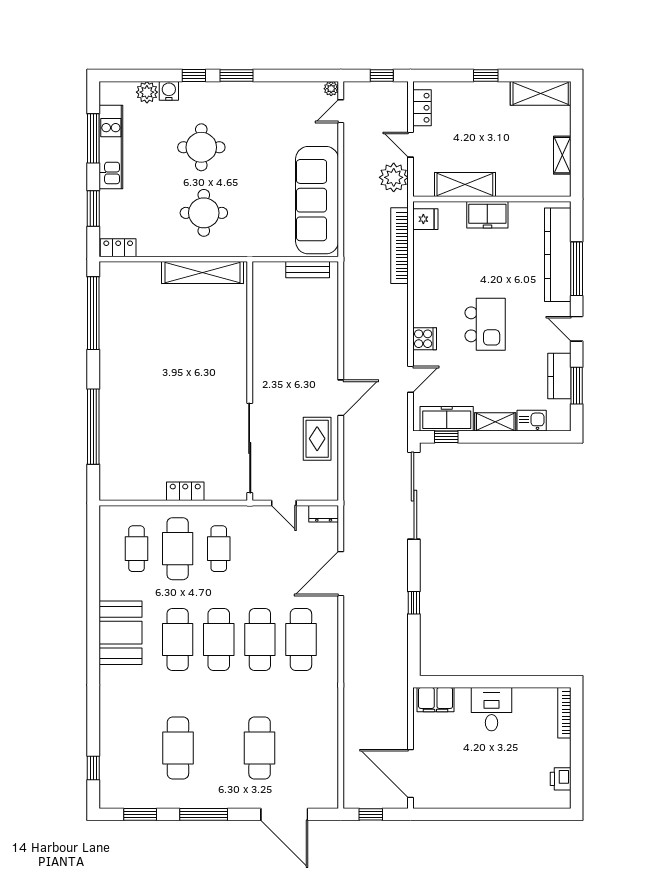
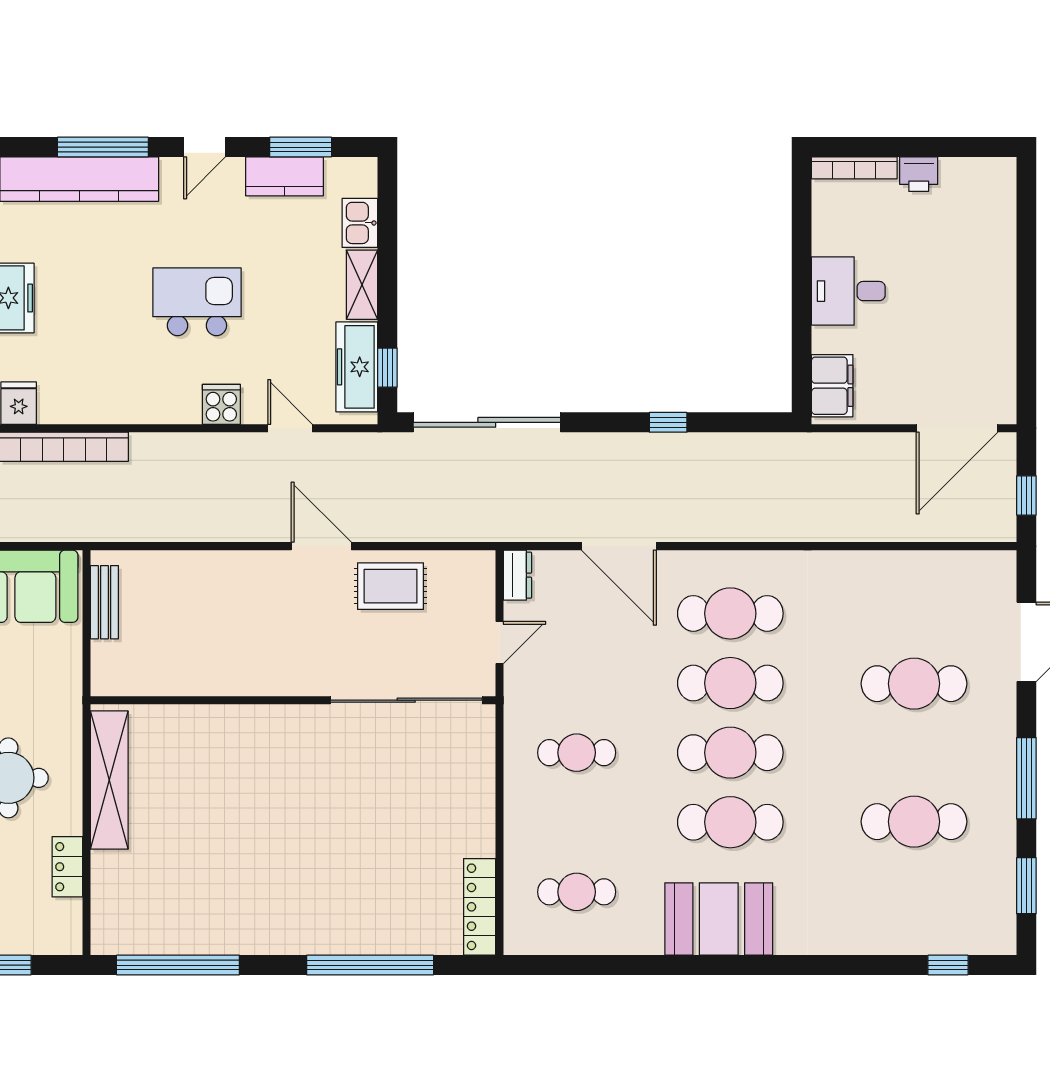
locker: (118, 248) -> (67, 867), moved
locker: (185, 491) -> (480, 907), moved, width x1.53
cafe table: (178, 549) -> (577, 822), removed
printer: (561, 779) -> (919, 174), moved

